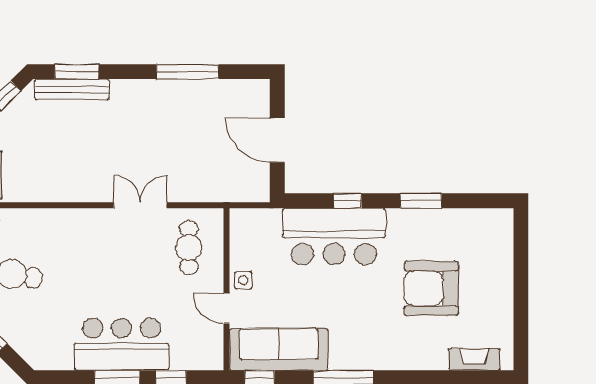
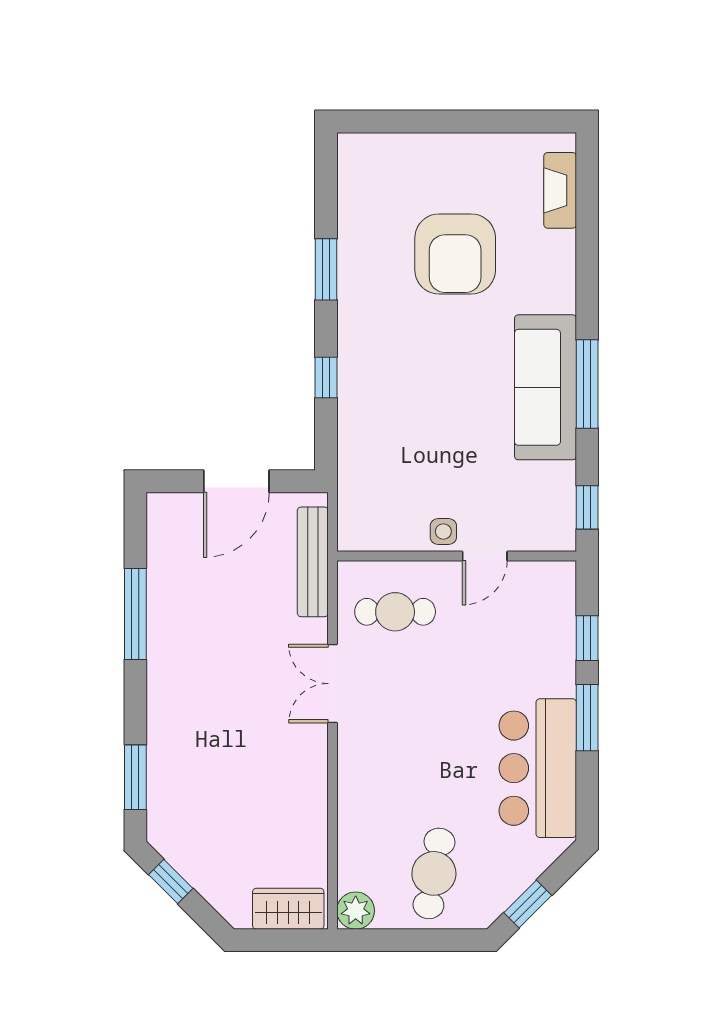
bench: (72, 89) -> (313, 562), moved
bar counter: (334, 237) -> (379, 397), removed
bar counter: (122, 344) -> (538, 768), moved
sofa: (279, 349) -> (545, 387), moved

